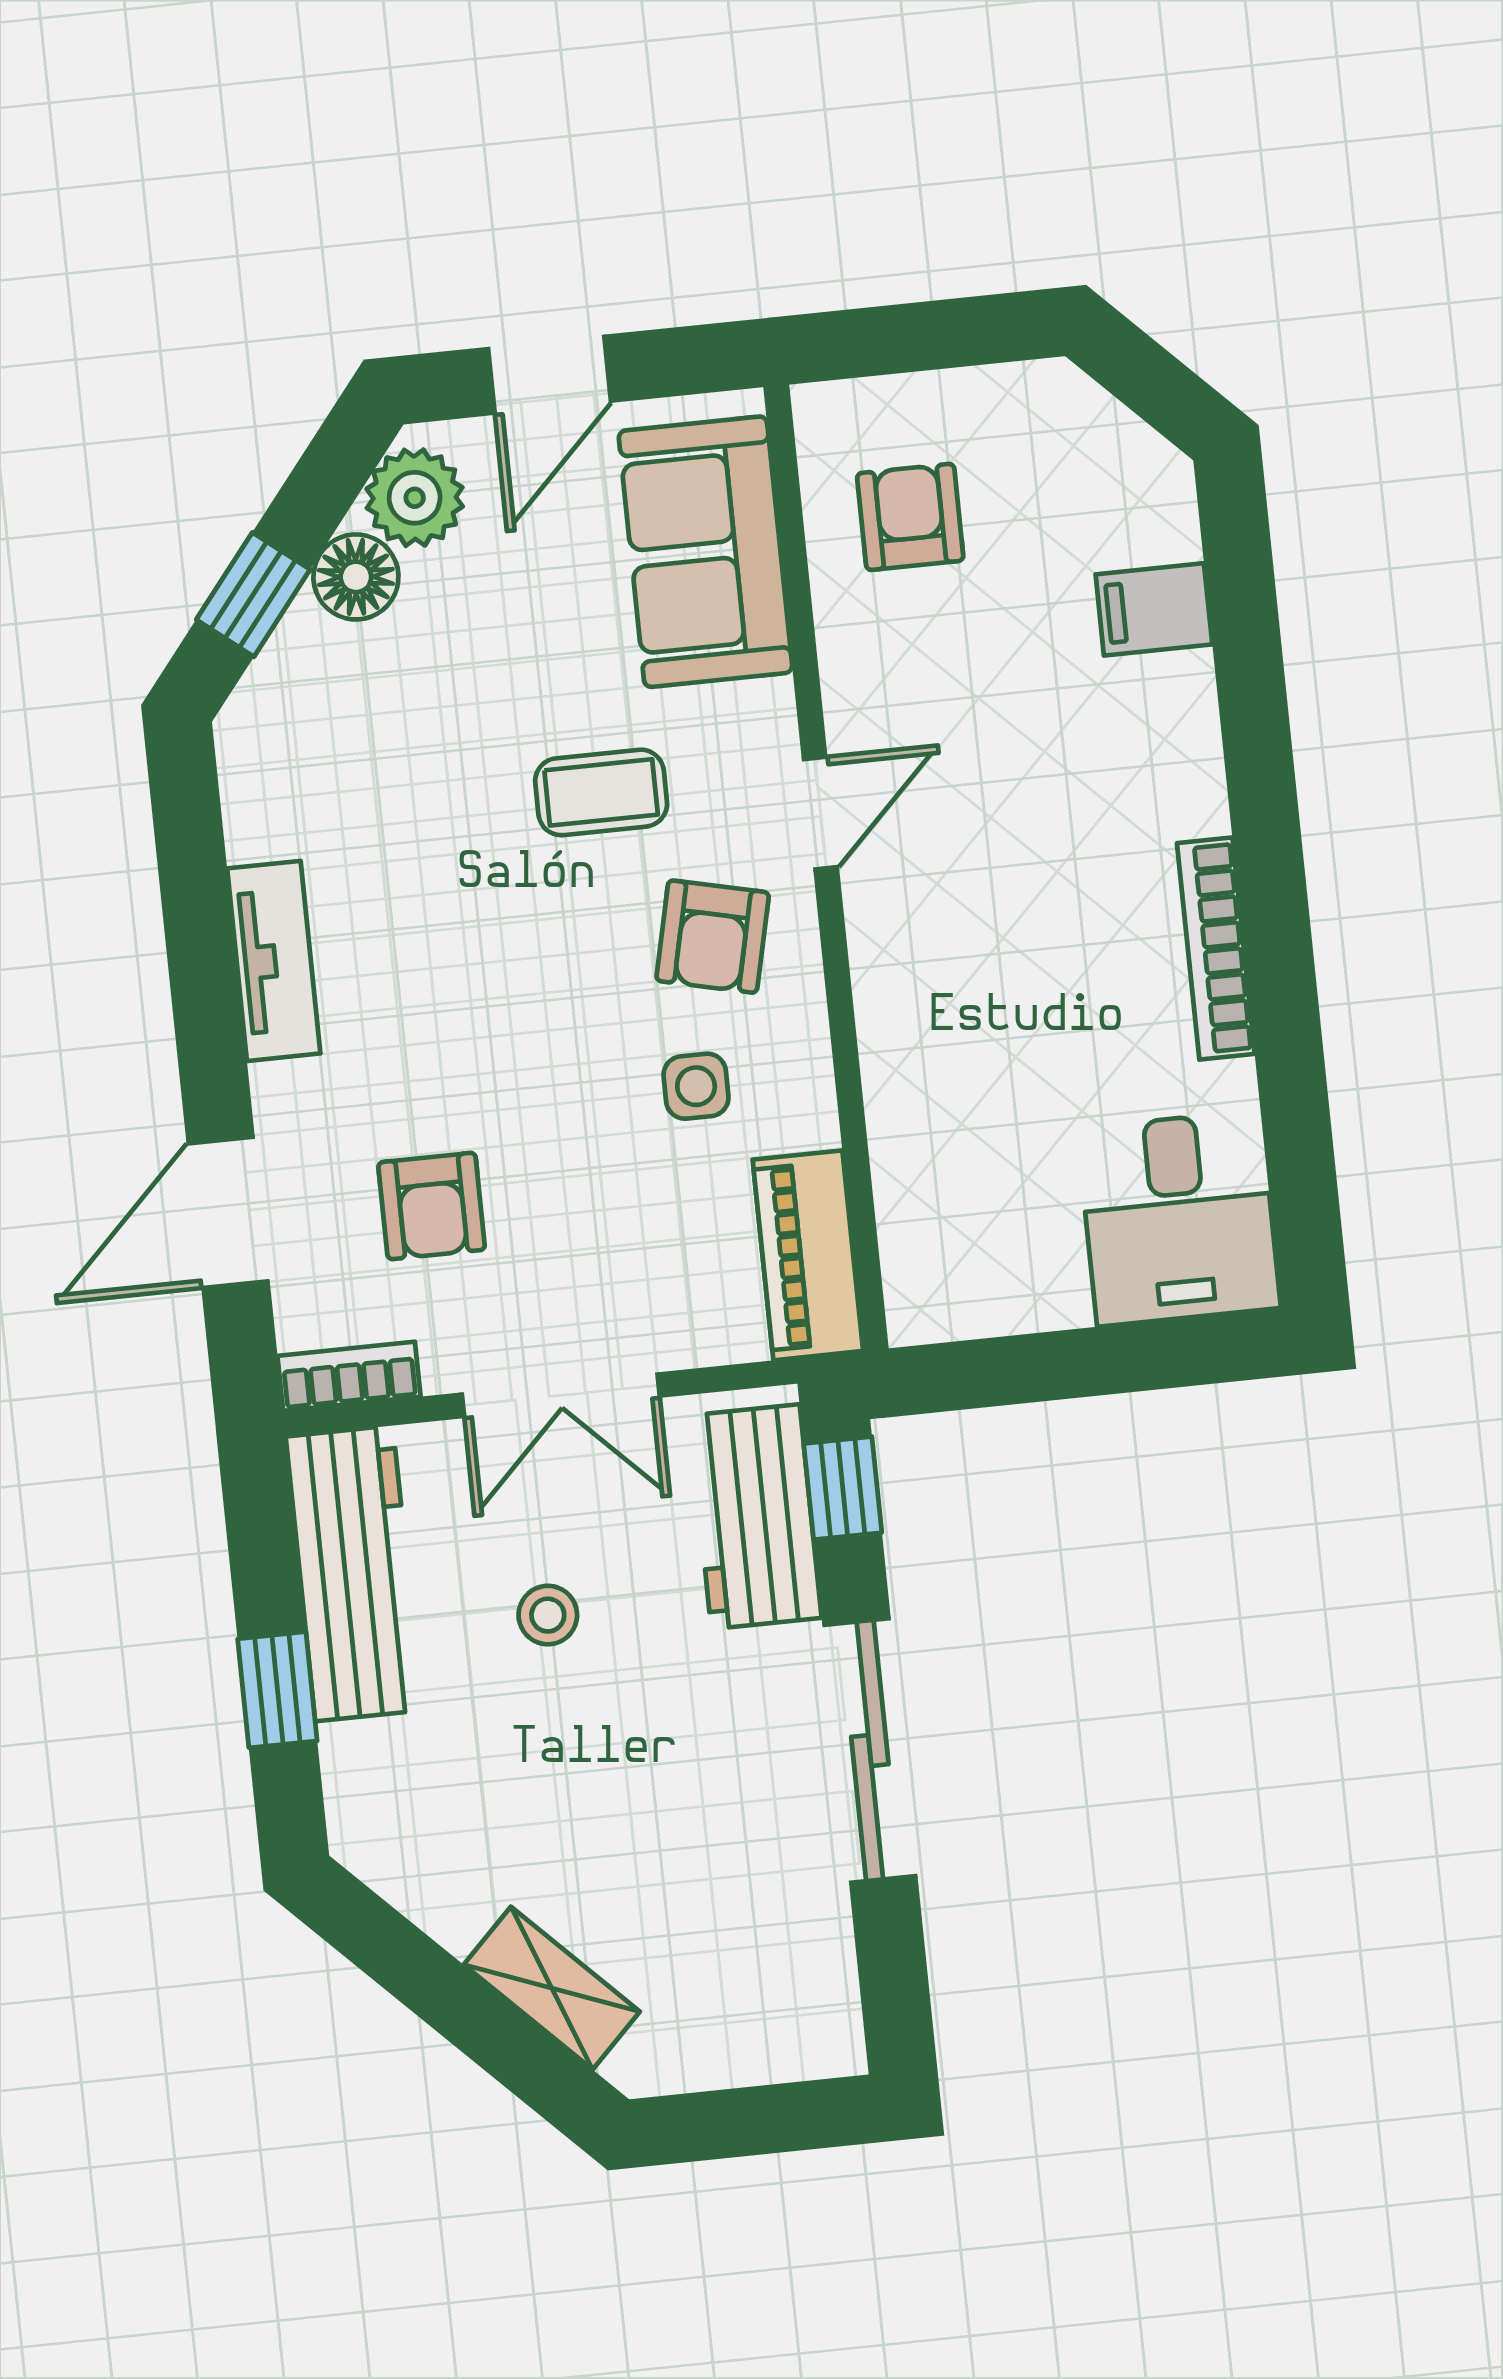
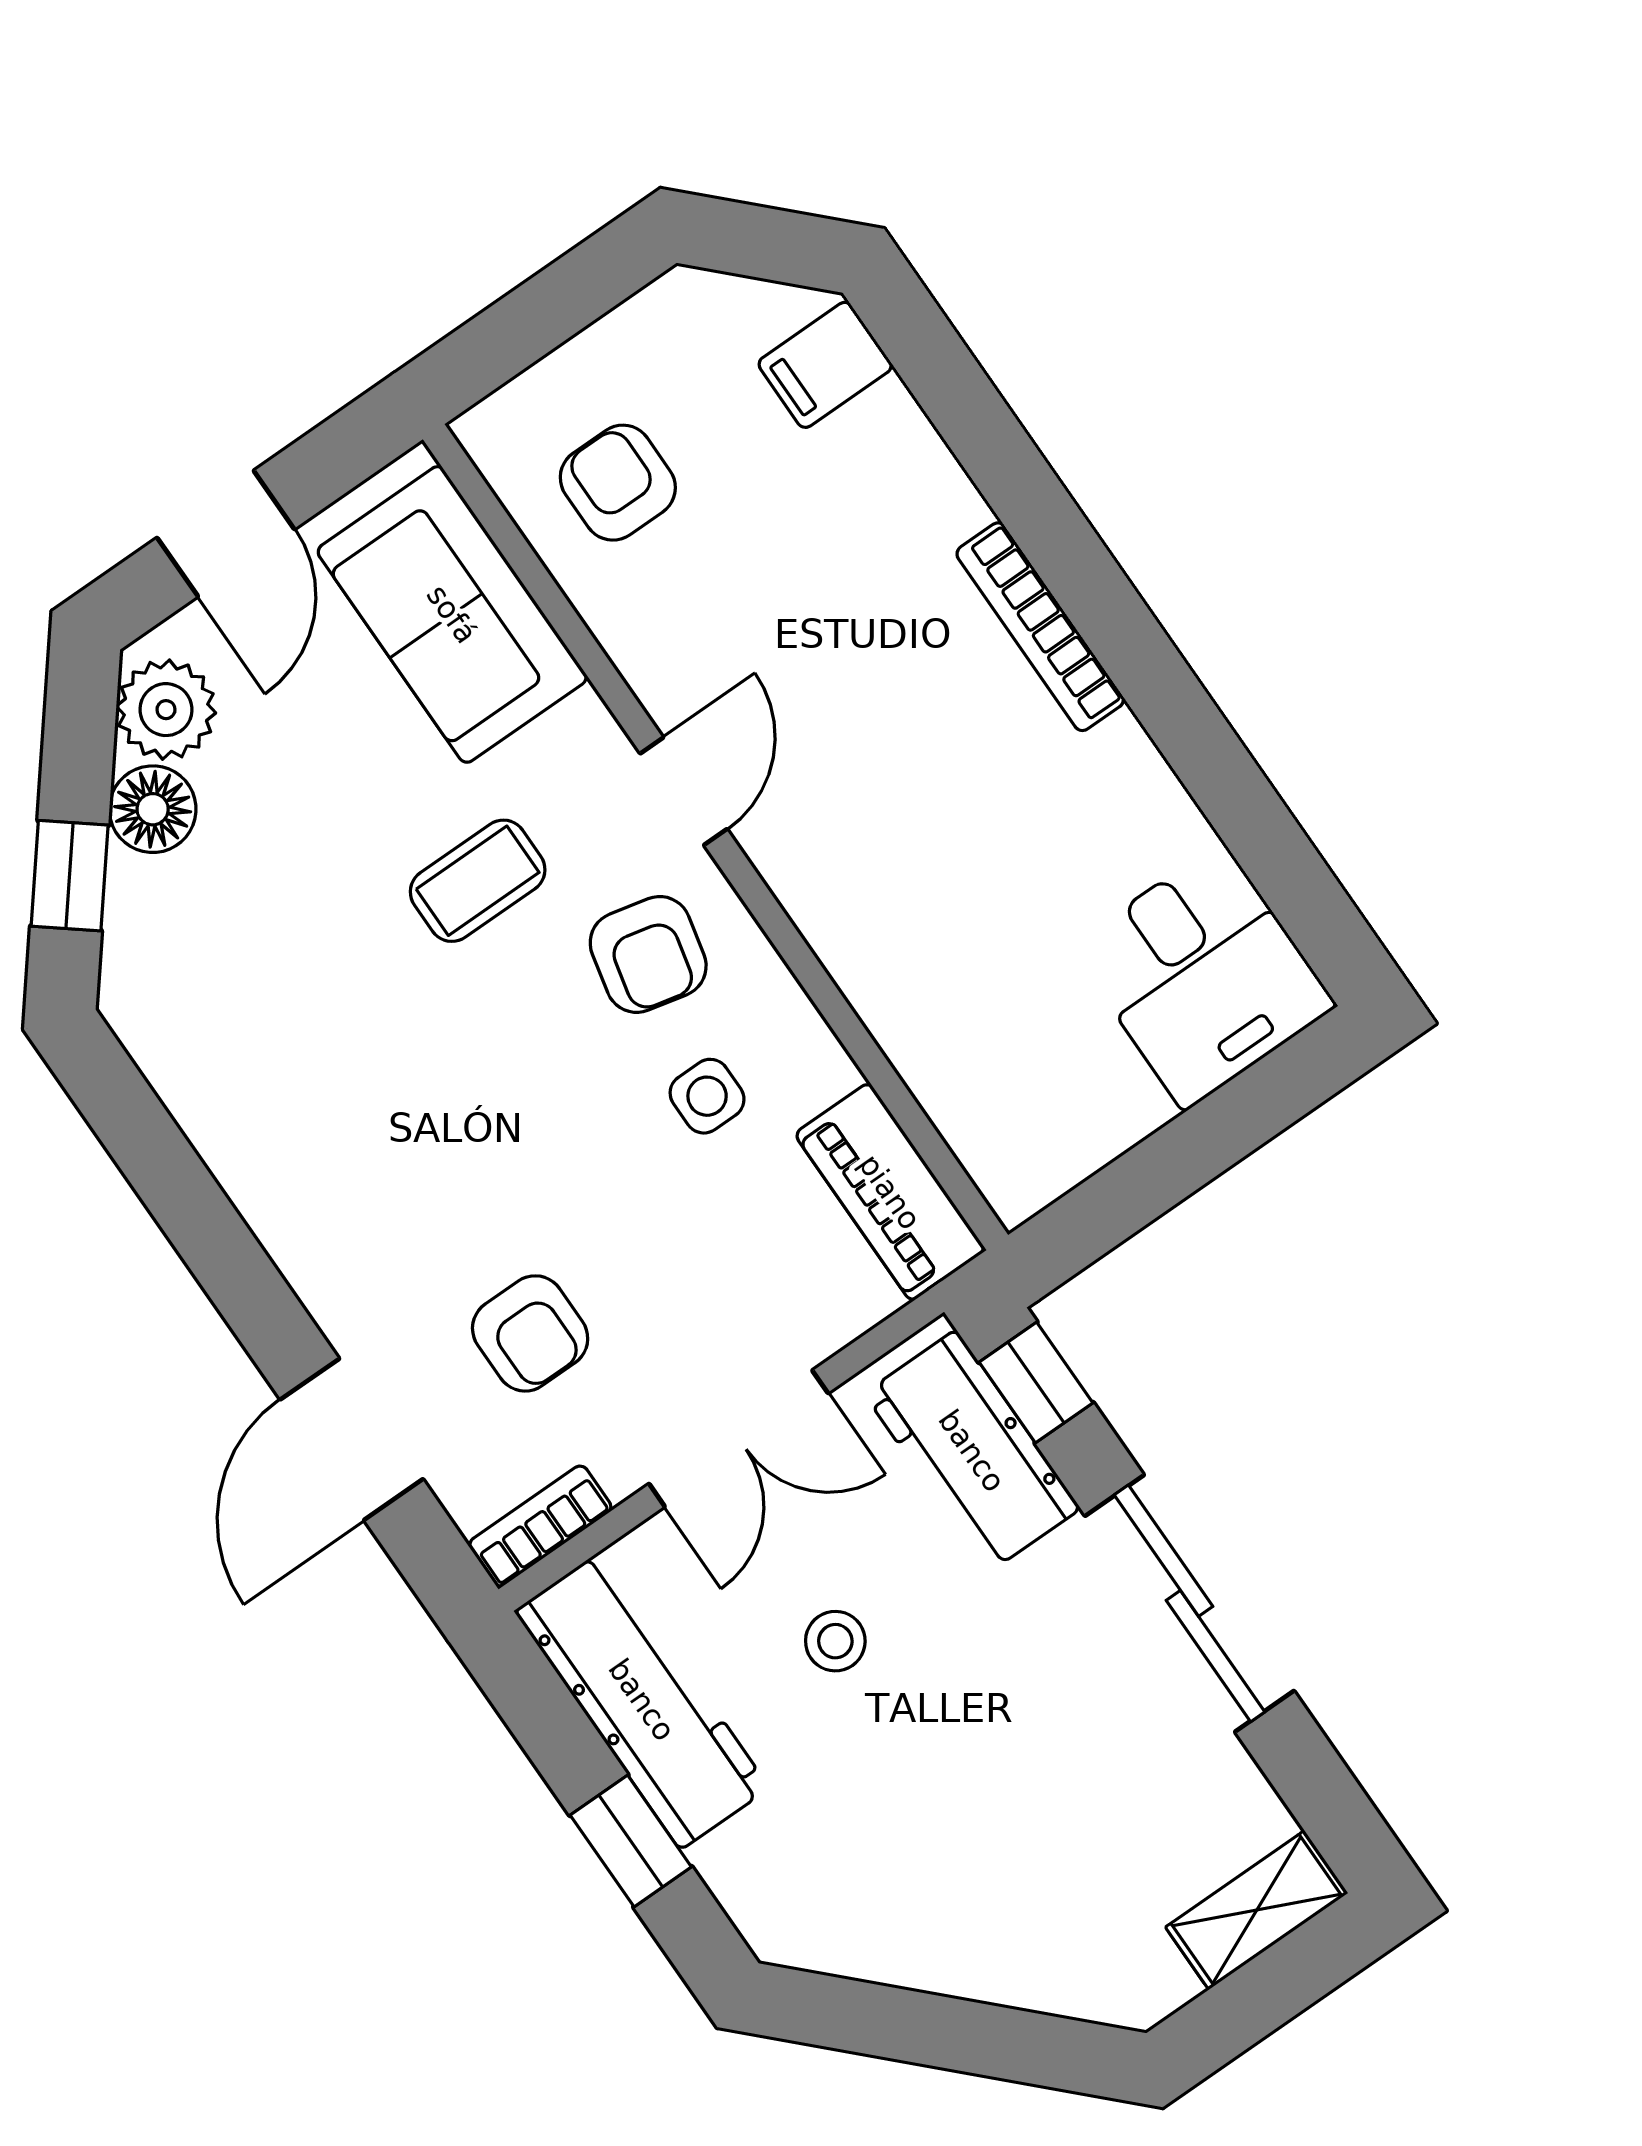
filing cabinet: (1154, 609) -> (825, 365), moved
bookcase: (1216, 949) -> (1040, 627), moved
tv unit: (274, 961) -> (268, 1192), removed
shelving: (552, 1988) -> (1257, 1910), moved, turned -45

